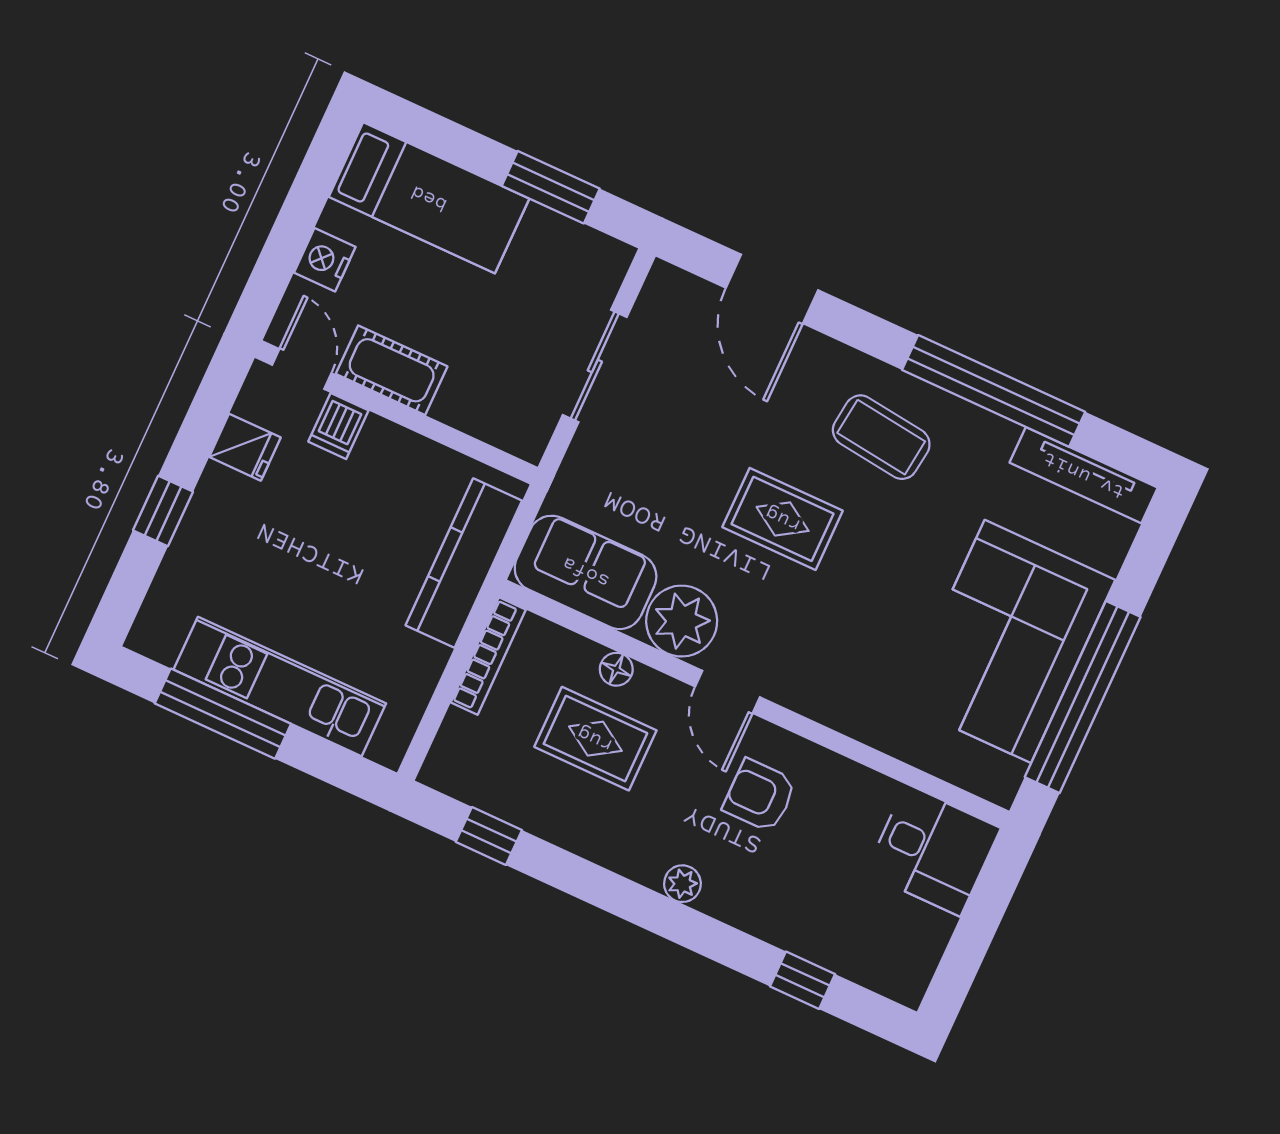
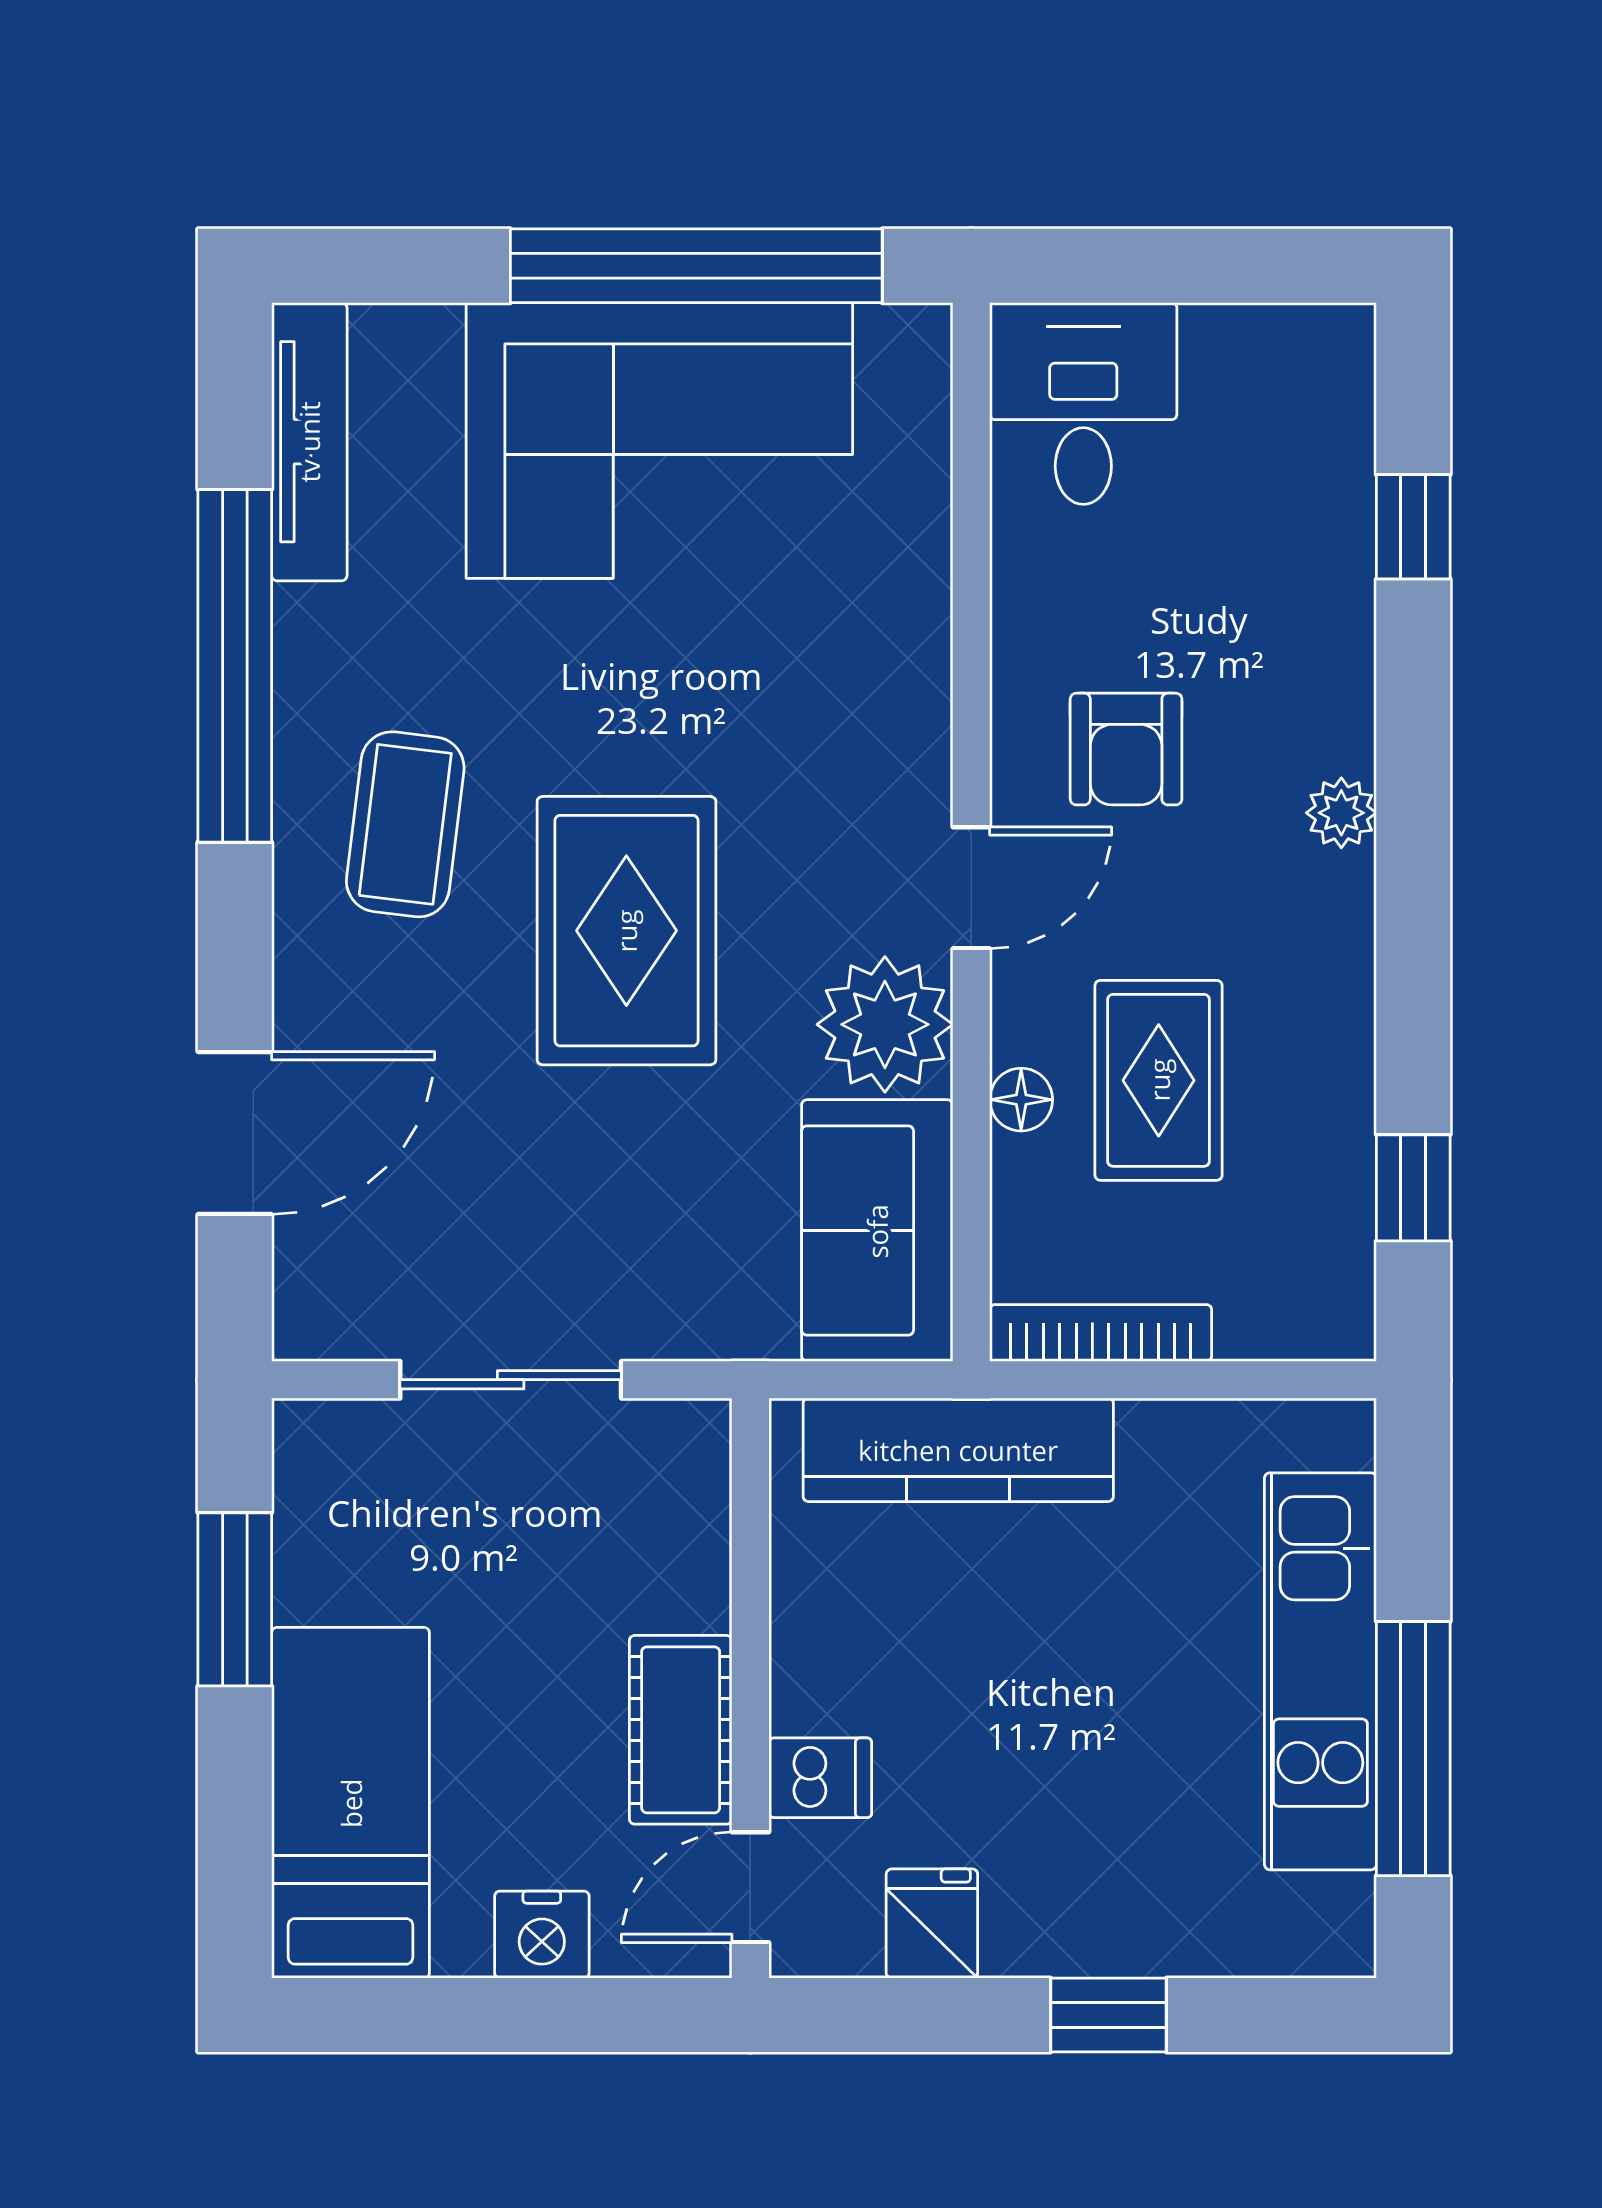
rug: (783, 519) -> (626, 931), width x1.36, depth x1.43

